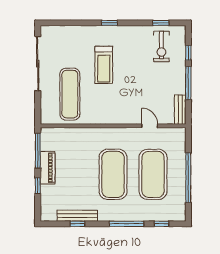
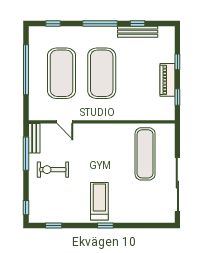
exercise bike: (161, 46) -> (53, 170), moved, turned -90
window: (188, 53) -> (26, 208), moved
treadmill: (104, 65) -> (99, 201), moved
window: (188, 83) -> (26, 154), moved
window: (38, 151) -> (177, 97), width x0.46
window: (126, 224) -> (100, 24), moved

